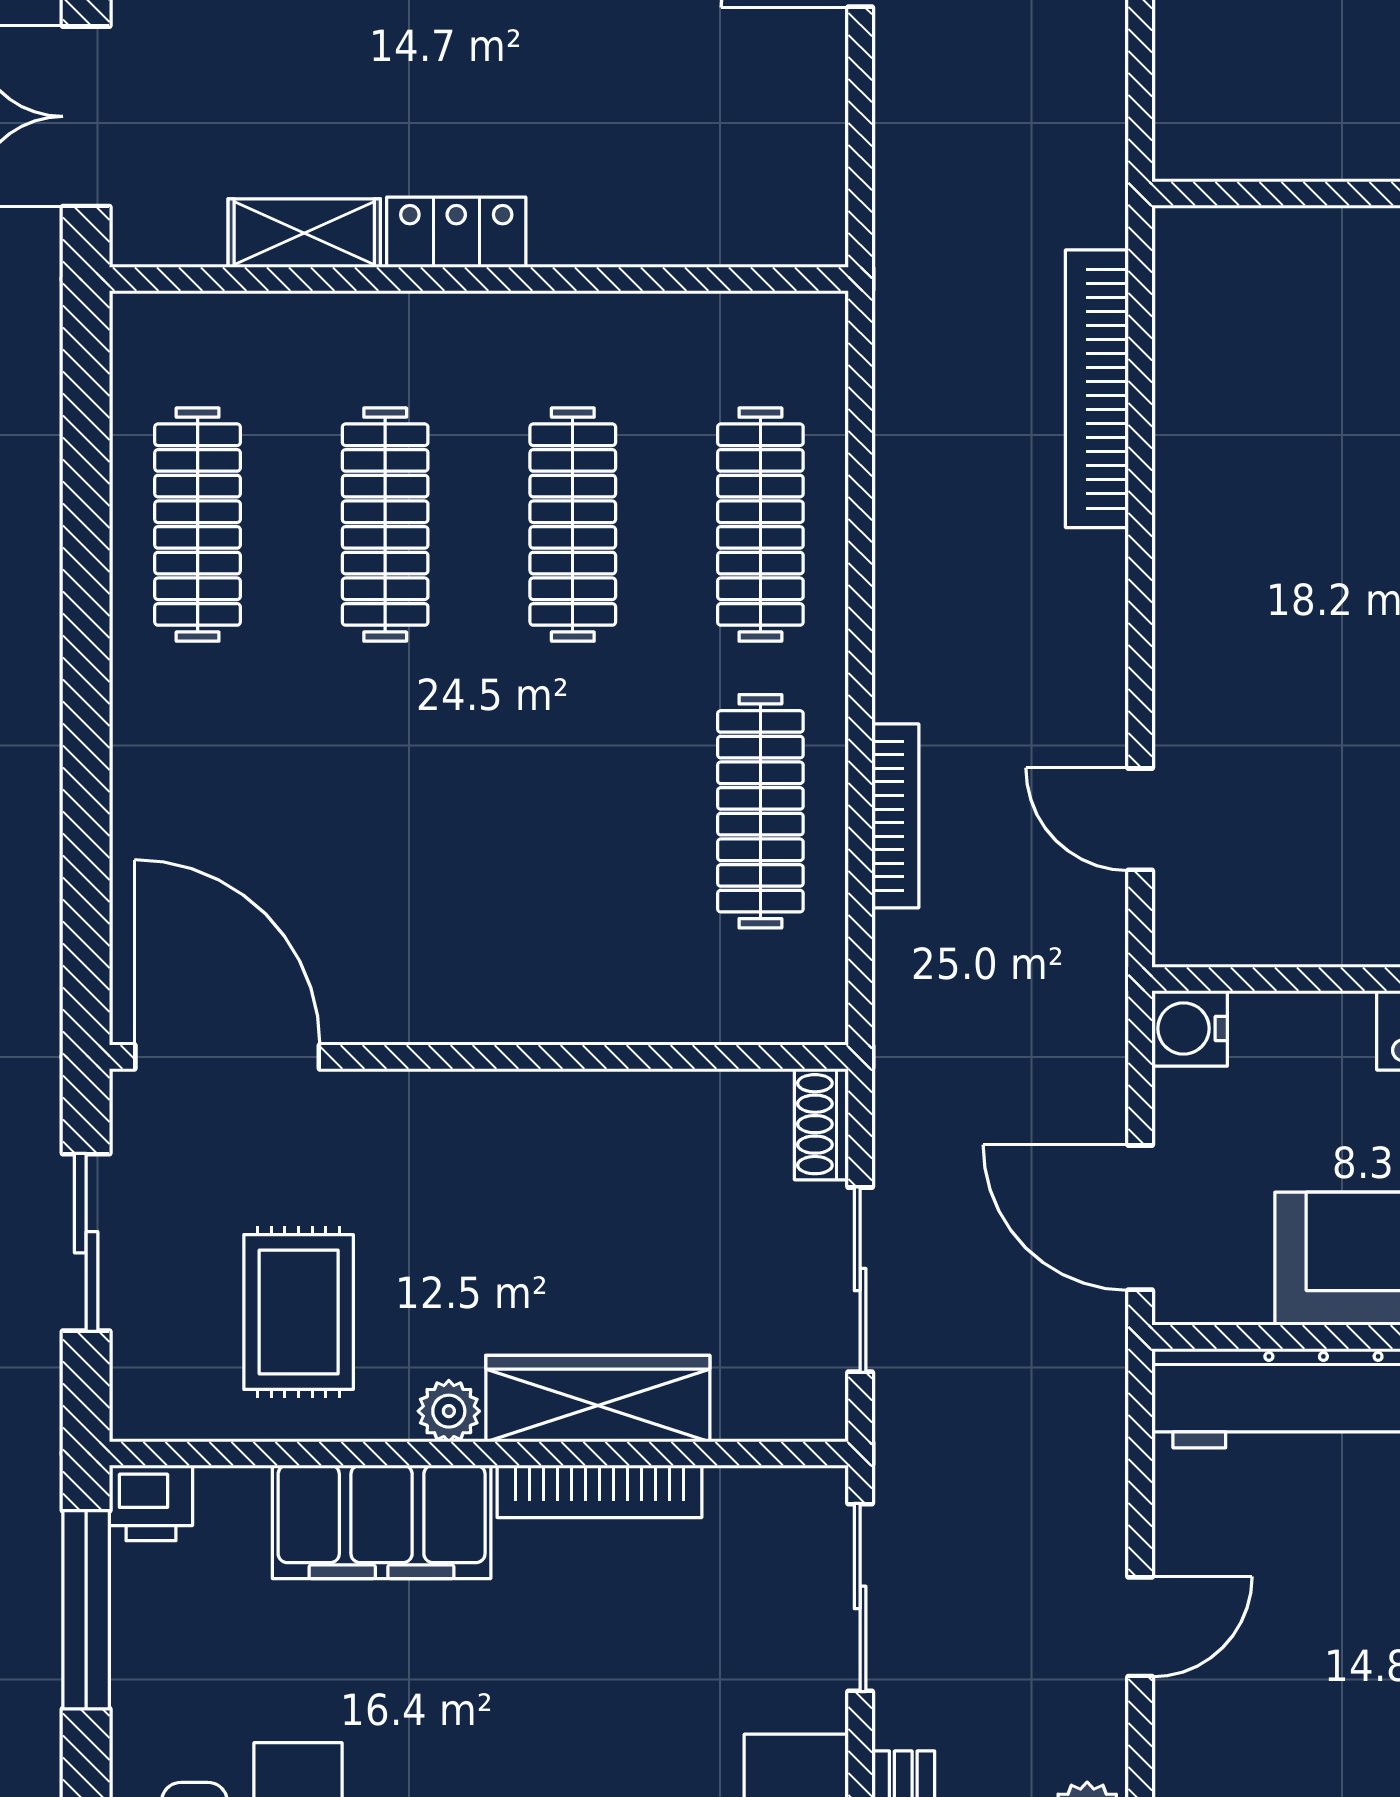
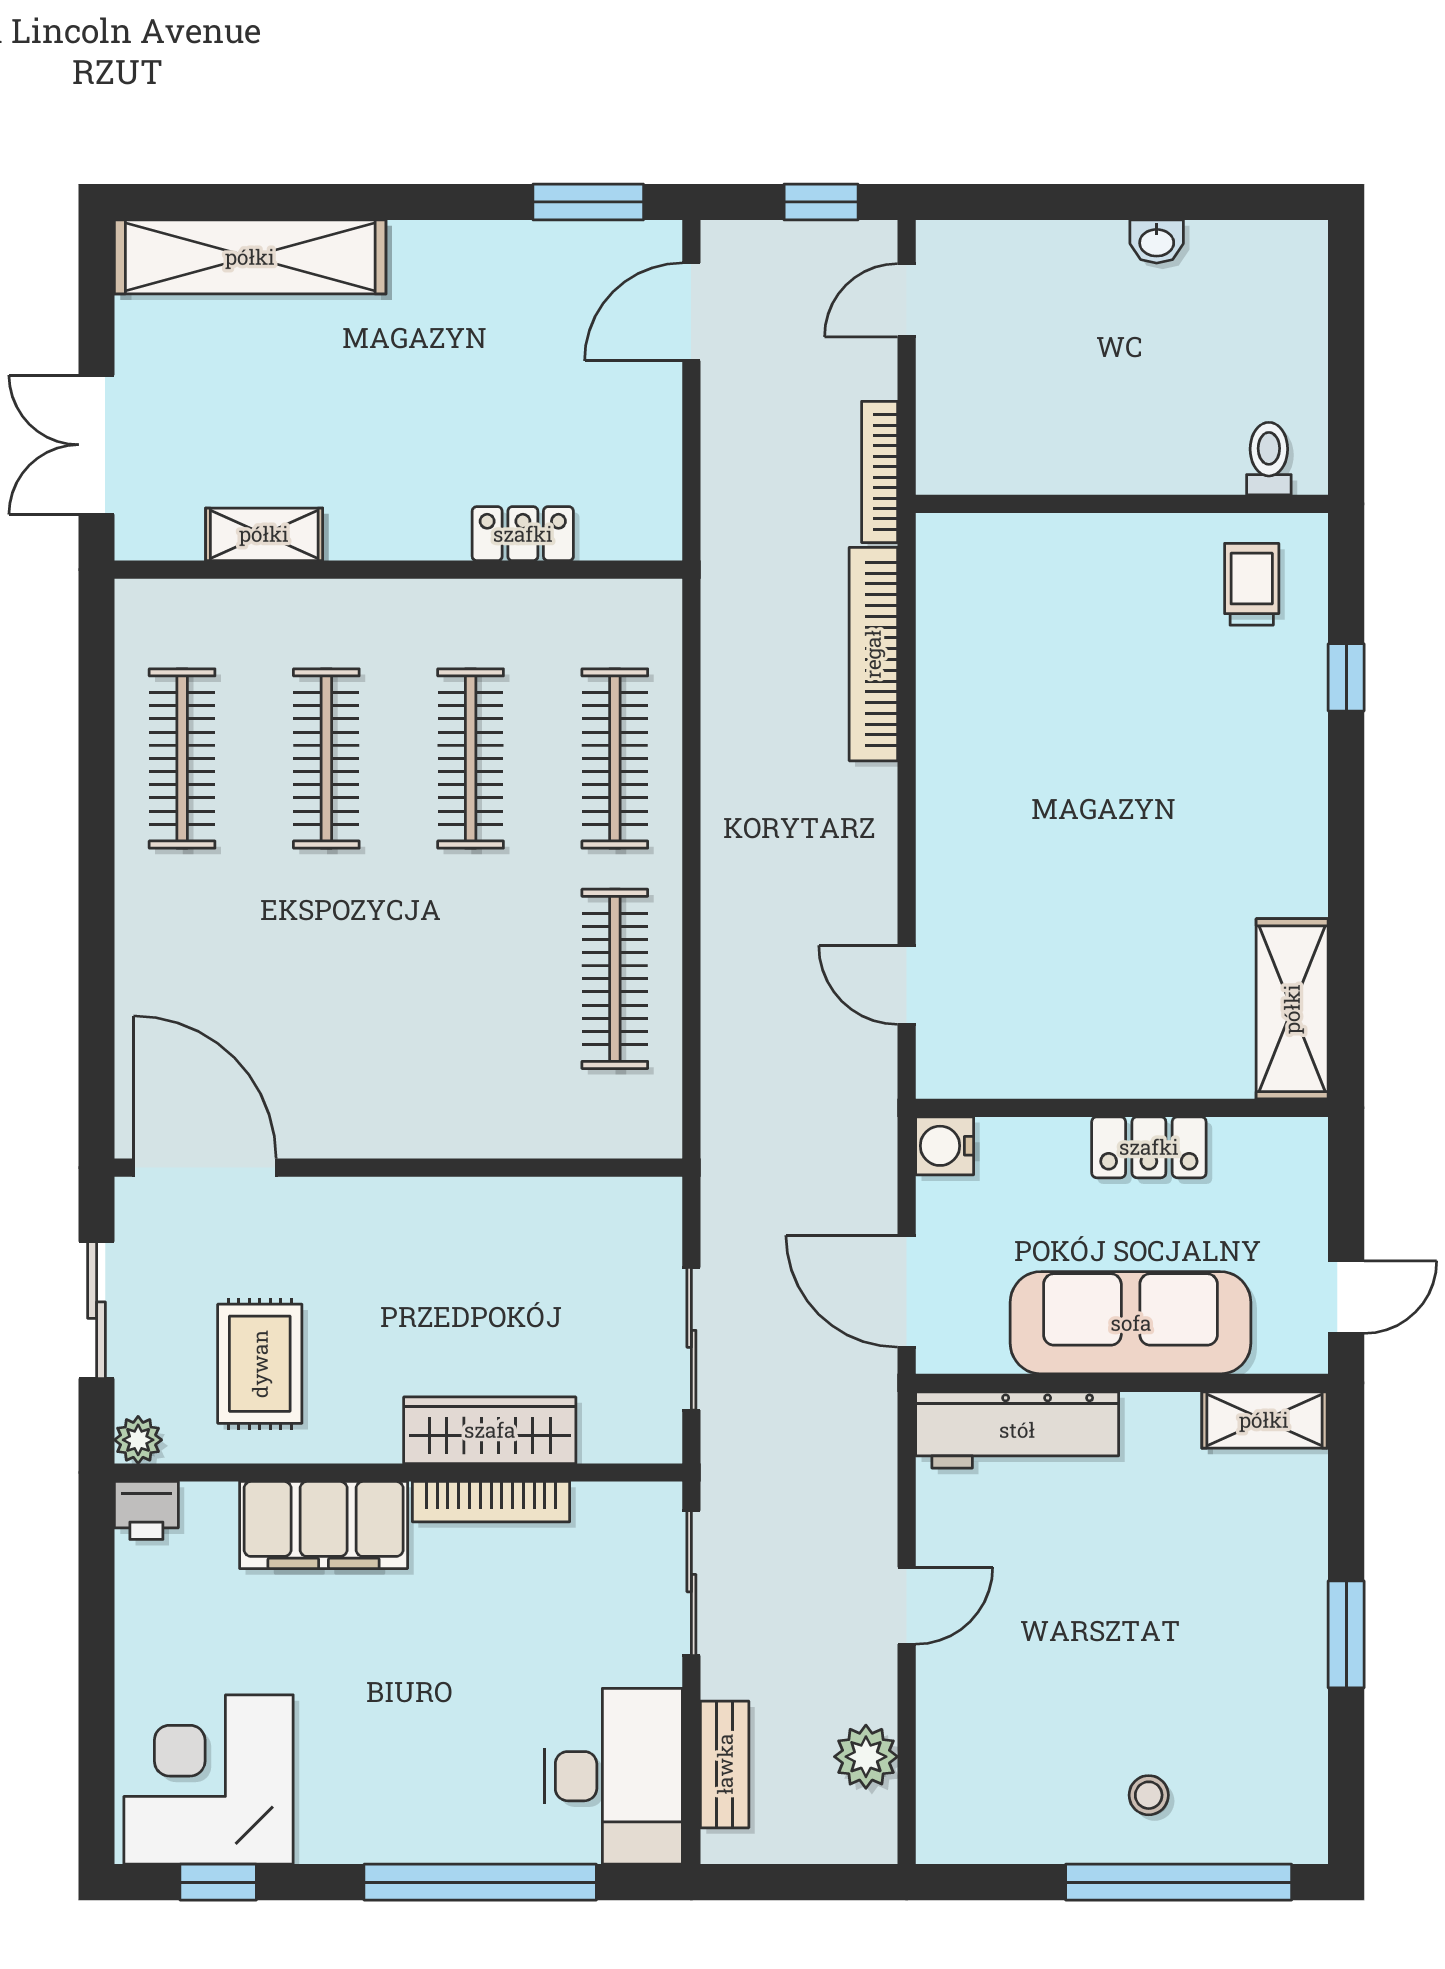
locker: (456, 232) -> (523, 534), moved
bookcase: (895, 816) -> (880, 472), moved, turned 180
shoe rack: (821, 1124) -> (662, 1219), removed
plant: (449, 1411) -> (138, 1440), moved
window: (86, 1610) -> (97, 1593), removed

